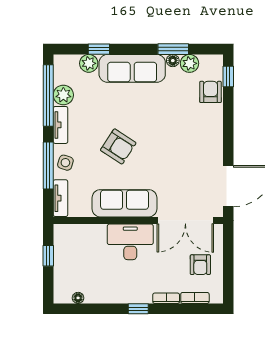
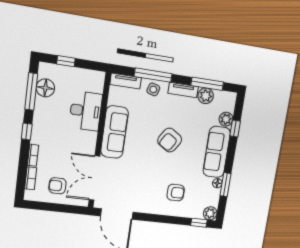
plant: (189, 63) -> (210, 213), moved
armchair: (210, 92) -> (176, 193), moved
window: (48, 95) -> (207, 84), width x0.68
armchair: (118, 146) -> (170, 140), moved
desk: (130, 242) -> (86, 111), moved
window: (48, 256) -> (66, 61), moved
floor lamp: (78, 298) -> (45, 88), width x1.89, depth x1.89
window: (90, 309) -> (31, 91), added

